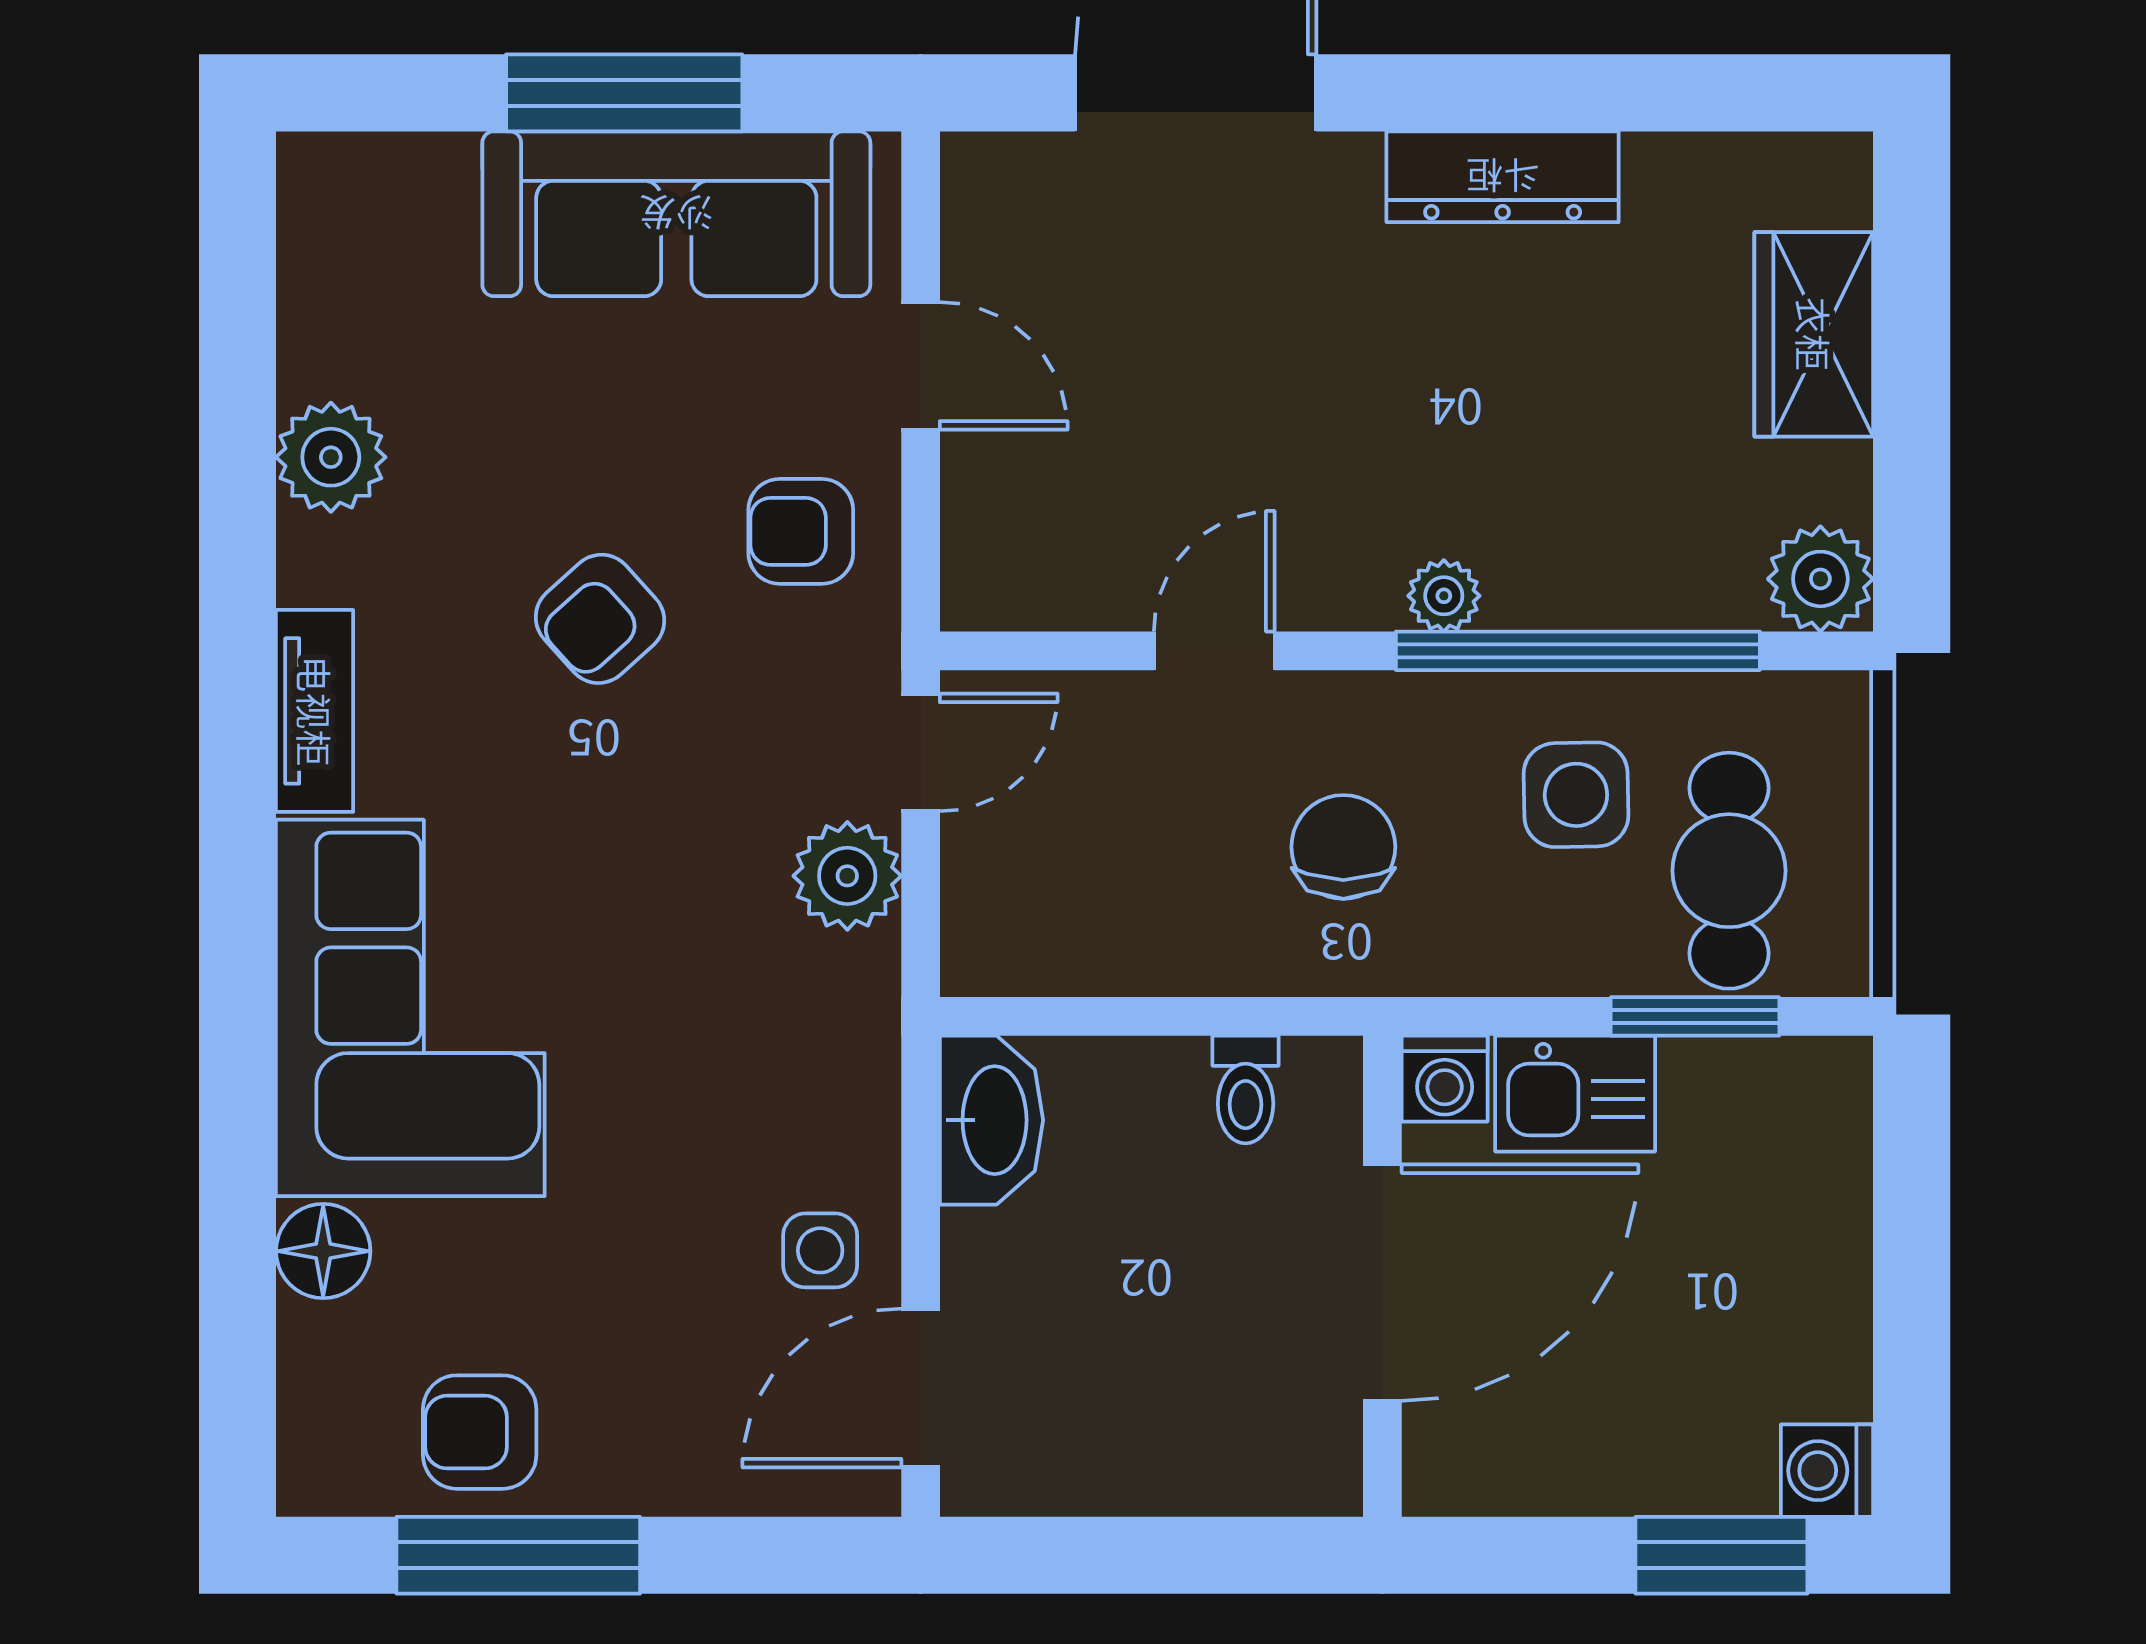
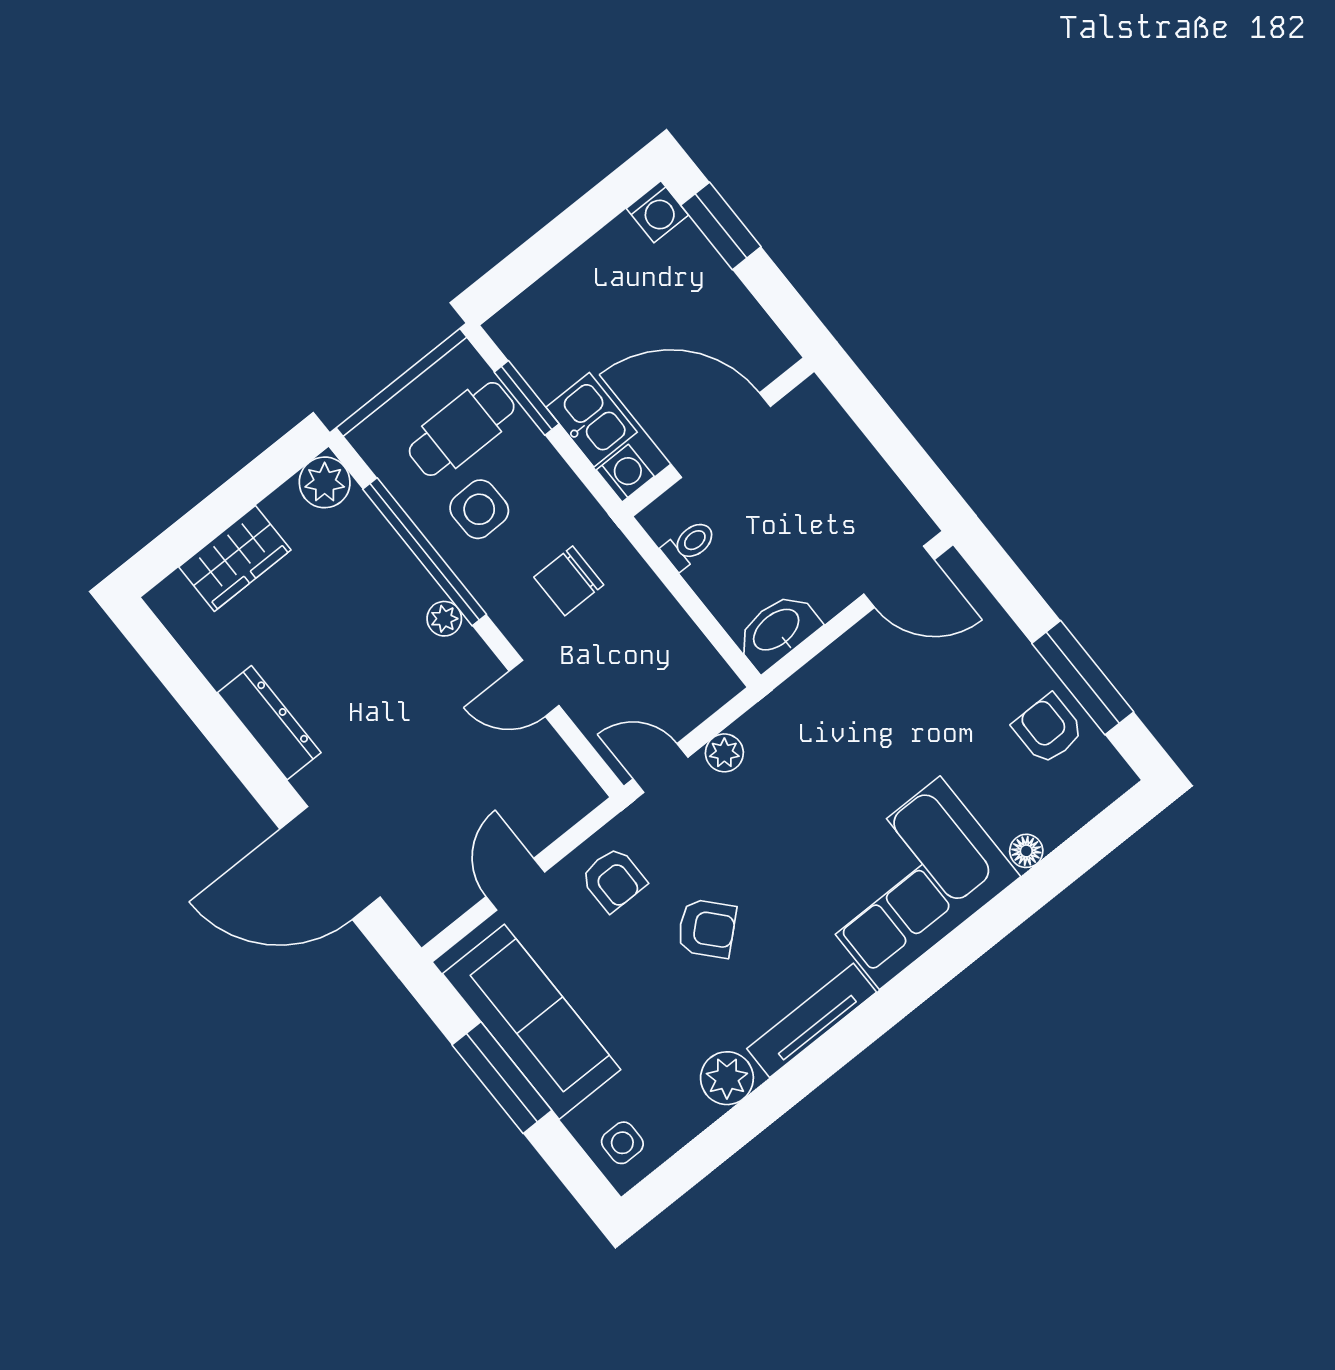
tv unit: (315, 711) -> (812, 1020), width x1.41
plant: (847, 876) -> (724, 753), width x0.73, depth x0.73
side table: (820, 1250) -> (622, 1143), moved
floor lamp: (323, 1251) -> (1026, 851), width x0.73, depth x0.73
armchair: (480, 1432) -> (1048, 729), turned 180

